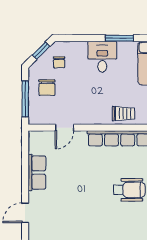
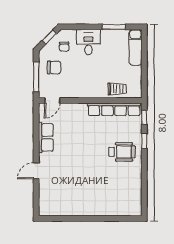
desk: (102, 57) -> (88, 42), moved
chair: (47, 88) -> (54, 67), turned -90
door: (64, 128) -> (52, 101), moved

